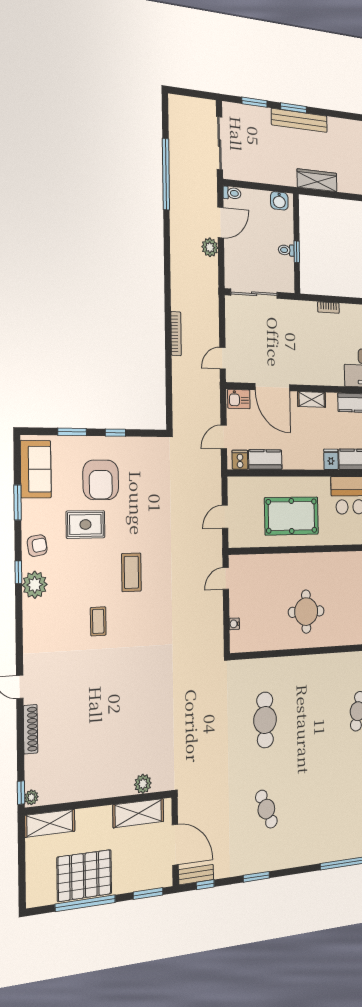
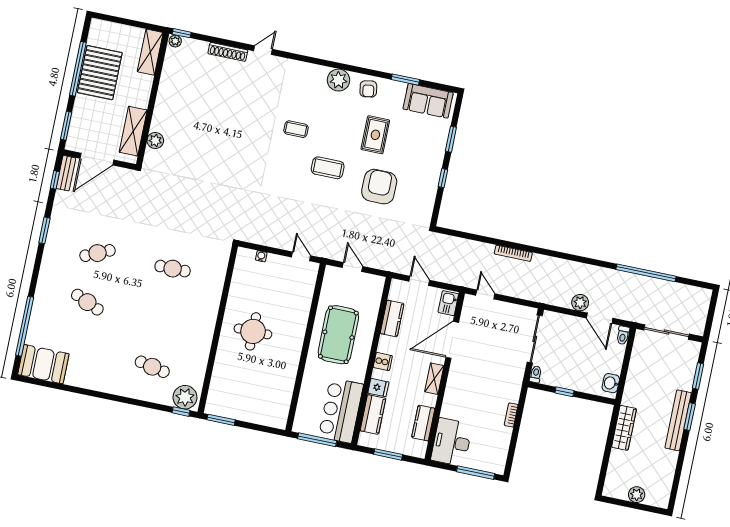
toilet: (286, 250) -> (536, 374), moved
cooker: (240, 460) -> (383, 362), moved
armchair: (101, 480) -> (379, 187), moved, turned 90
window: (18, 572) -> (351, 68), removed
cafe table: (265, 720) -> (173, 269), width x0.73, depth x0.74
cafe table: (314, 803) -> (87, 302), added

